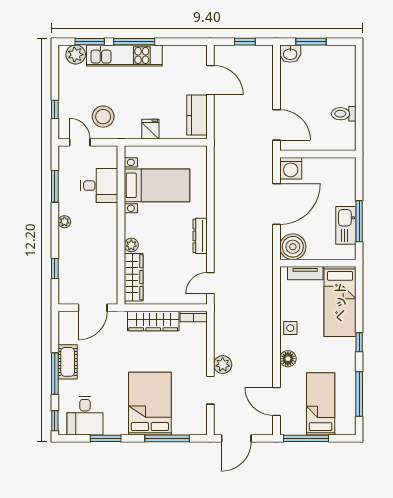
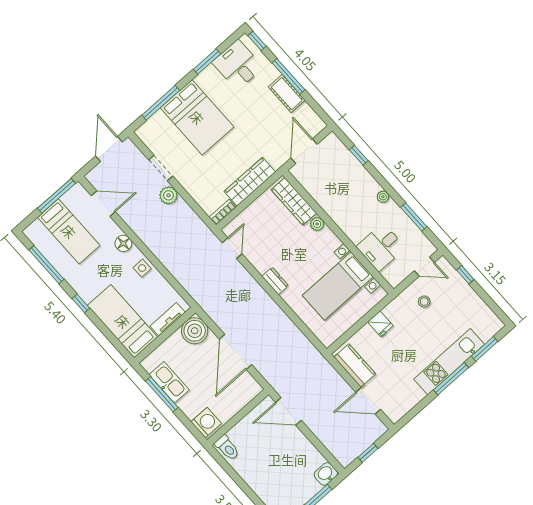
plant: (76, 55) -> (486, 330), removed
toilet: (344, 114) -> (227, 448), moved, turned 90
stool: (103, 117) -> (424, 302), width x0.53, depth x0.53
washing machine: (291, 168) -> (206, 423), moved, turned 90
dresser: (200, 236) -> (275, 281), width x0.70

